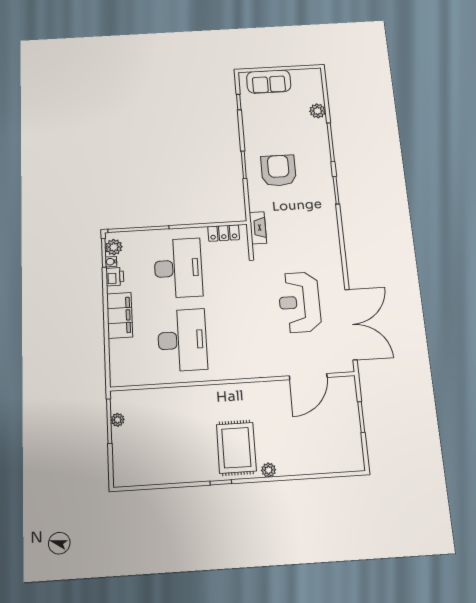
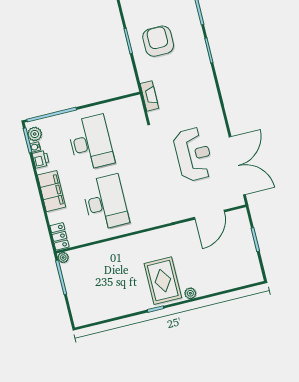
locker: (224, 233) -> (59, 236), moved, turned -90
reception desk: (299, 302) -> (193, 154), turned 180
plant: (118, 420) -> (63, 257), moved

